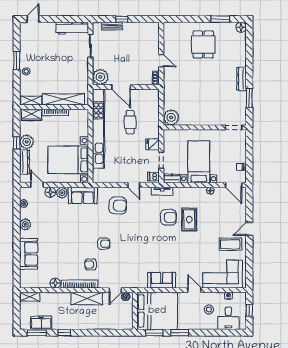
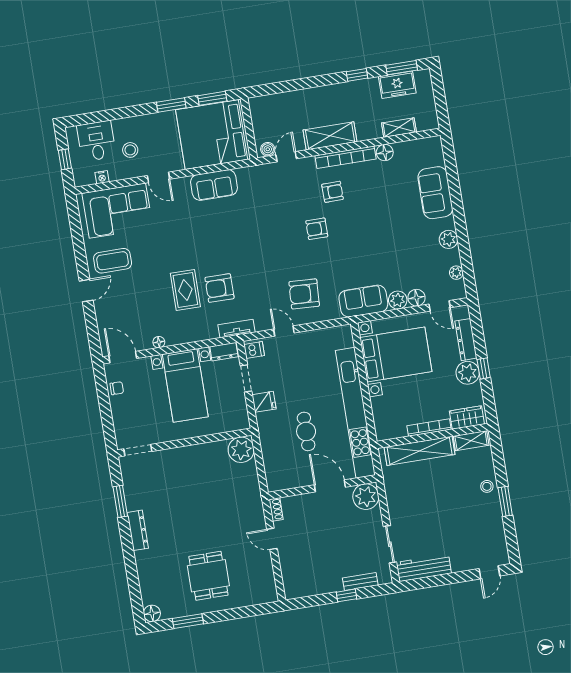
shelving: (30, 297) -> (399, 128), moved

